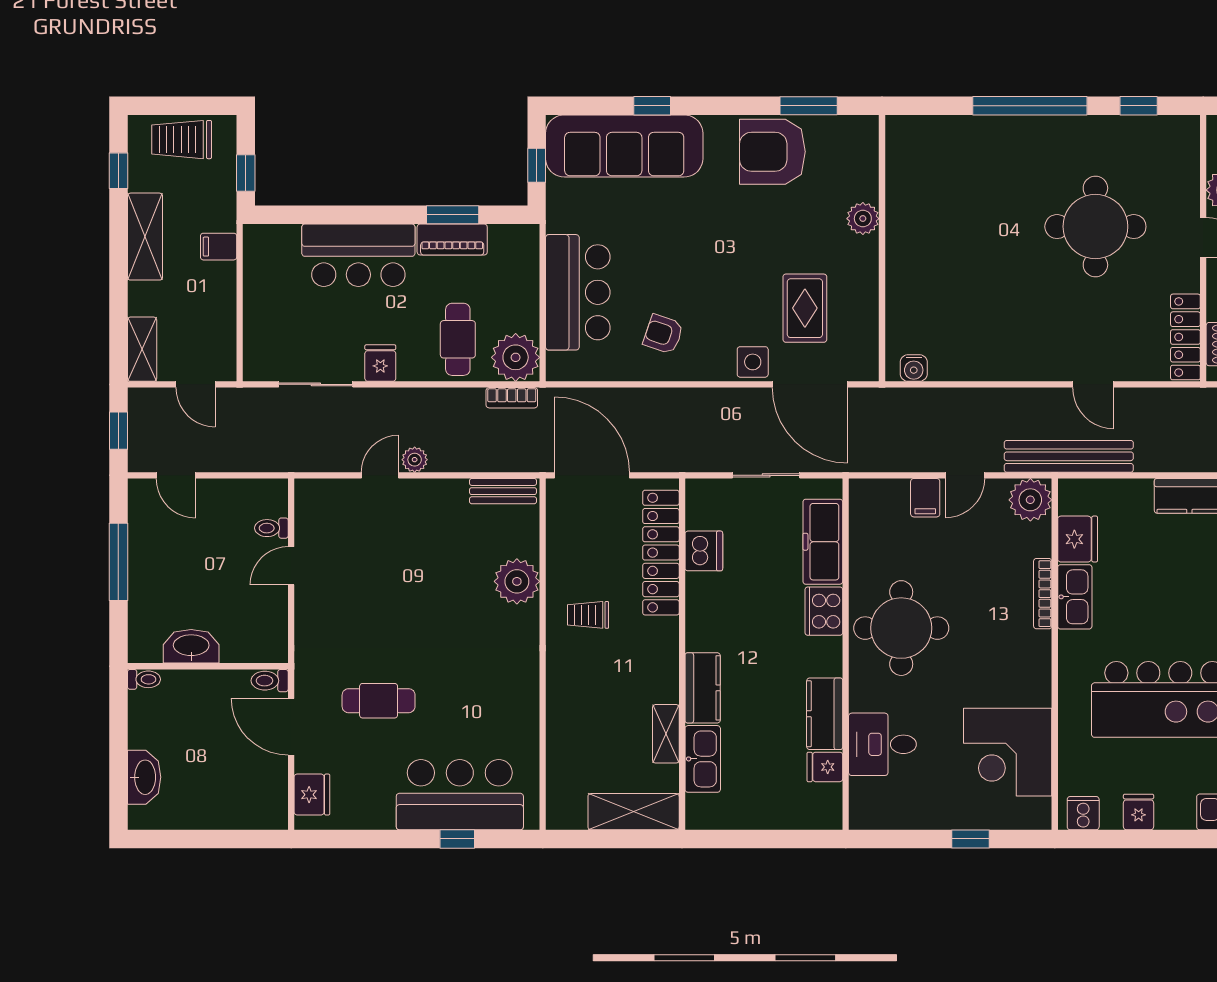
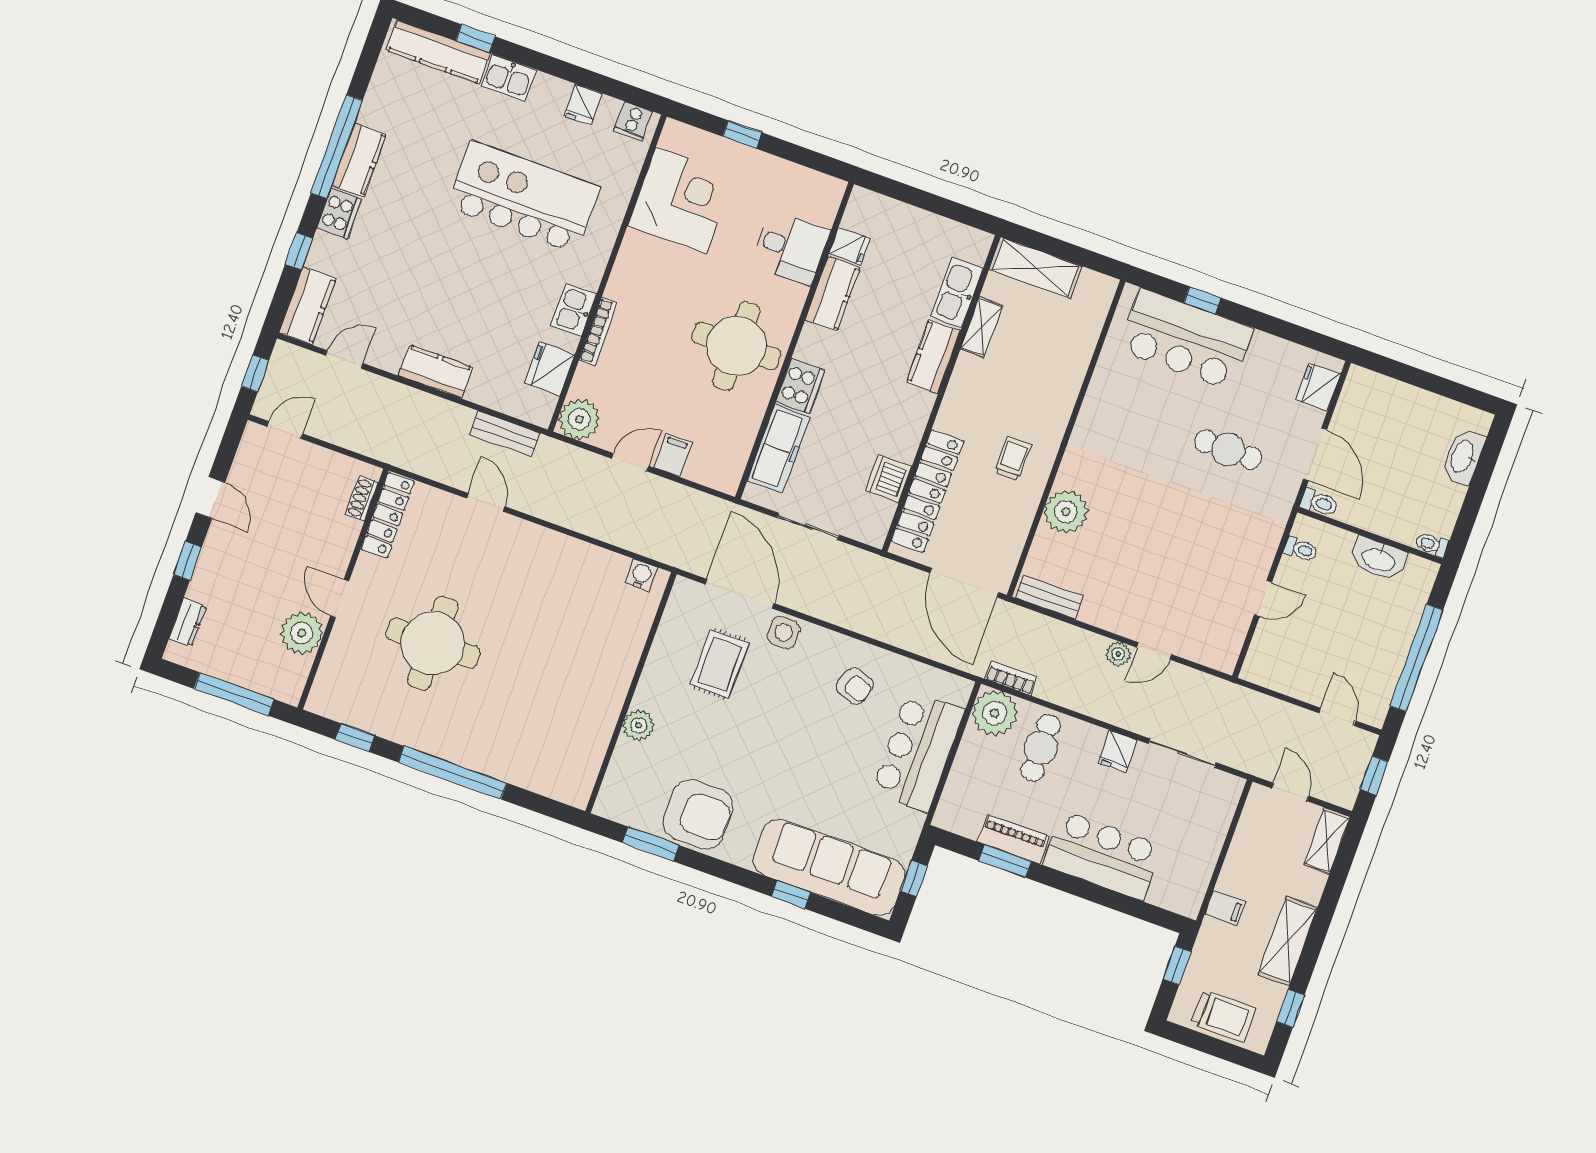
bench: (1069, 456) -> (505, 434), width x0.54, depth x0.82
toilet: (271, 528) -> (1301, 549), moved
window: (118, 562) -> (1417, 658), width x1.46
kitchen sink: (1075, 597) -> (574, 310), width x0.73
trolley: (588, 615) -> (1013, 459), turned -90

